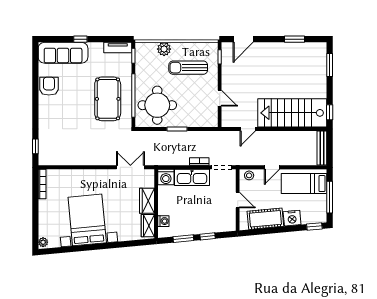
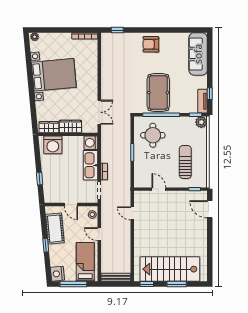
window: (80, 39) -> (210, 94), moved
window: (295, 39) -> (210, 254), removed
plant: (164, 49) -> (201, 122), moved
window: (330, 65) -> (177, 284), moved
armchair: (49, 86) -> (151, 44), moved, turned 180
door: (220, 98) -> (159, 189), swing flipped
pool table: (108, 99) -> (158, 92), turned 90
round table: (157, 105) -> (153, 135), width x0.73, depth x0.73
stairs: (292, 113) -> (170, 269), moved, turned -90
door: (238, 200) -> (71, 205), hinge flipped
nightstand: (292, 218) -> (57, 274), moved
washing machine: (163, 221) -> (53, 145), width x1.89, depth x1.89
window: (314, 226) -> (46, 245), moved
window: (183, 239) -> (38, 158), removed

